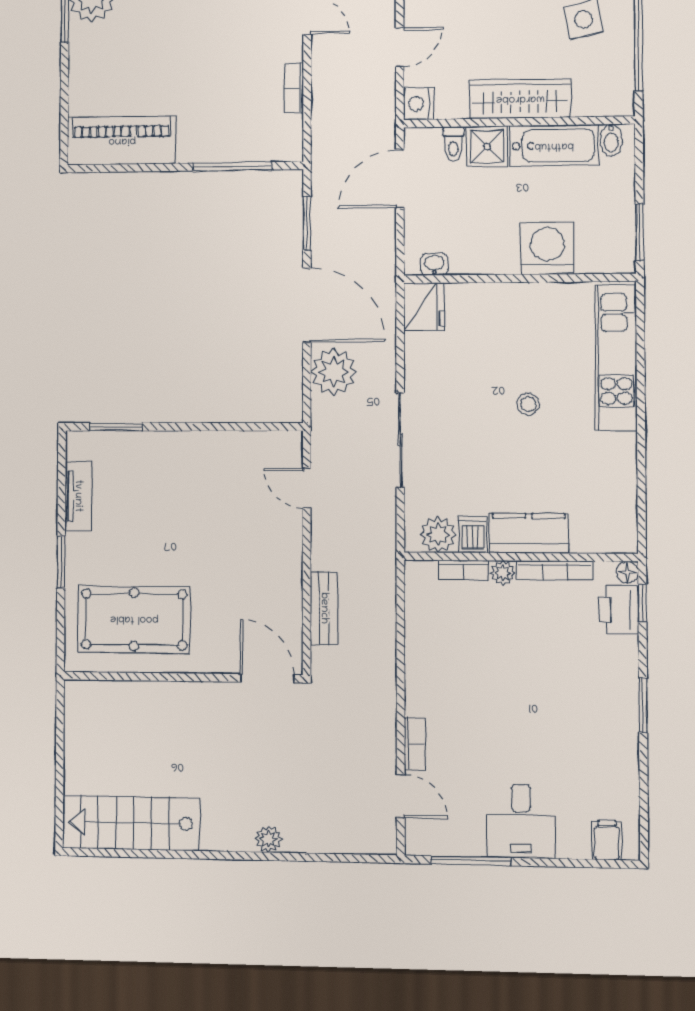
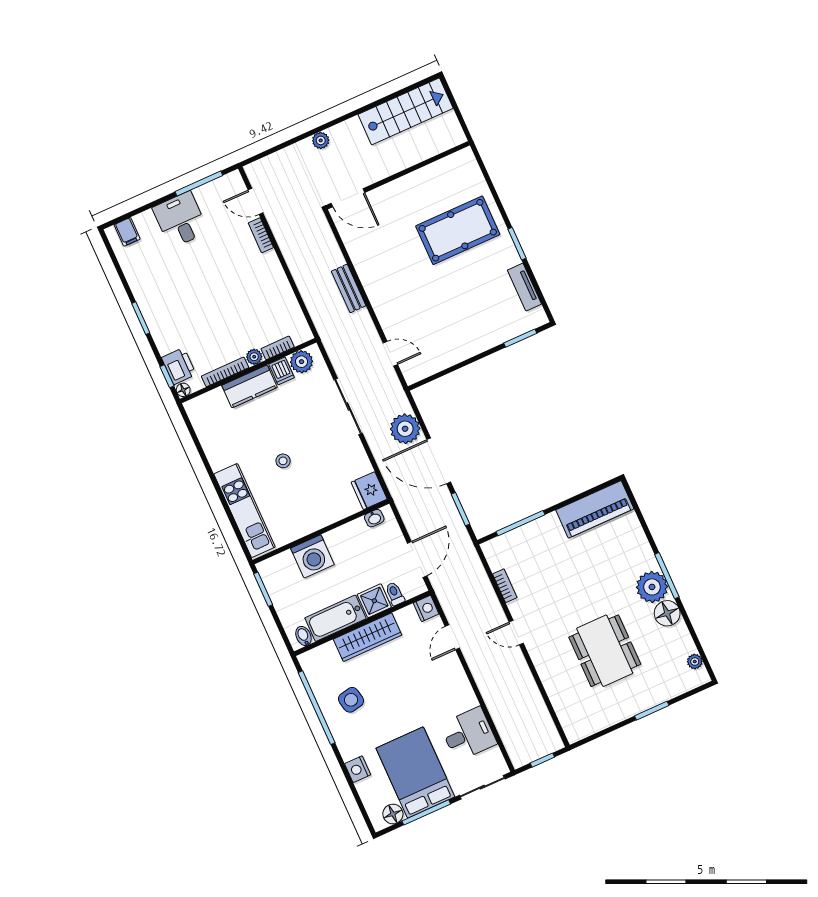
wall: (183, 677) -> (398, 175), moved
door: (267, 678) -> (348, 198), moved

